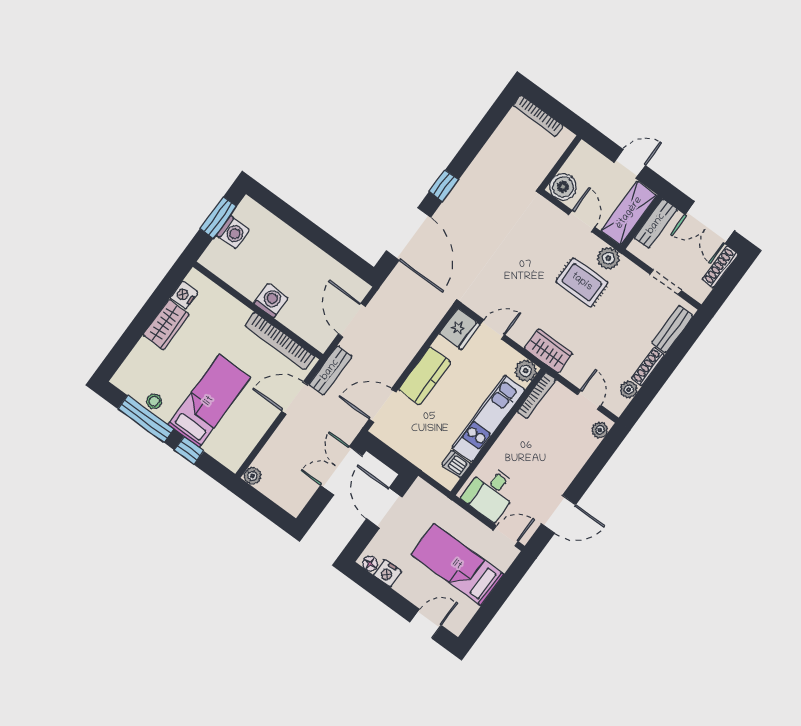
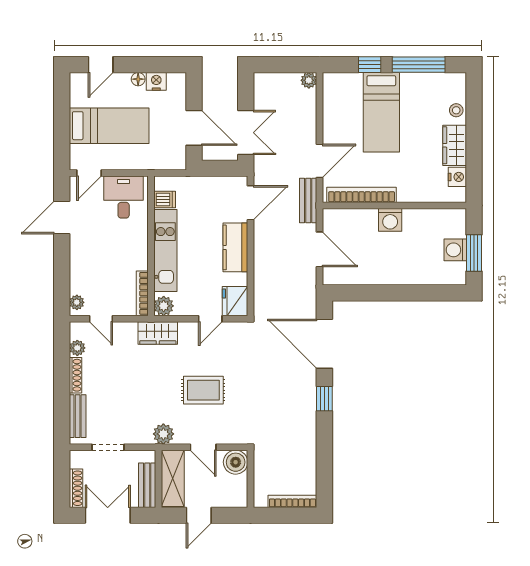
rug: (582, 282) -> (203, 390), moved
stool: (154, 401) -> (456, 110), moved
floor lamp: (370, 563) -> (138, 79), moved

